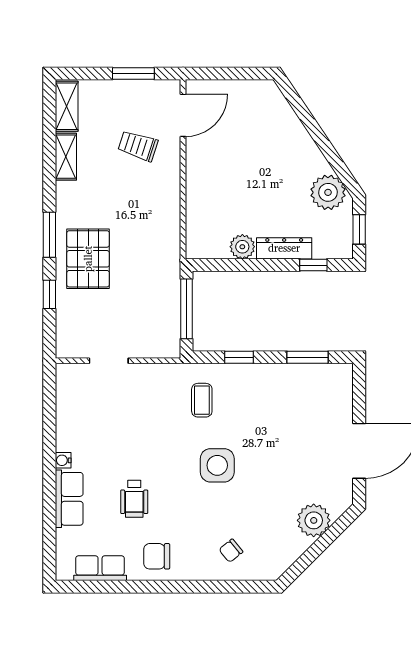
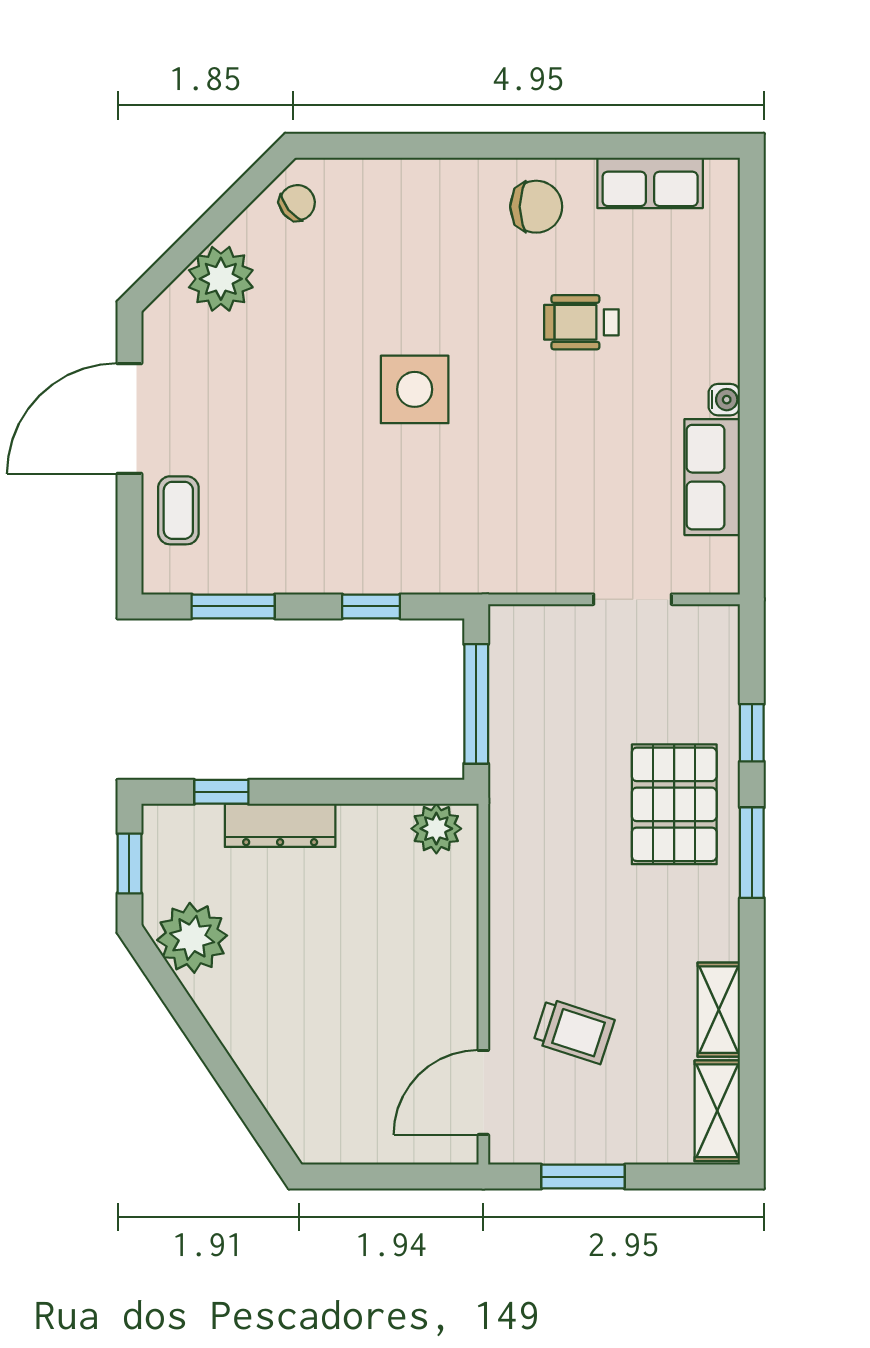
plant: (242, 247) -> (436, 829), moved
coffee table: (202, 400) -> (178, 510), moved
row of seats: (69, 499) -> (712, 477), moved
wheelchair: (134, 499) -> (581, 322), turned -90
chair: (231, 551) -> (297, 203), moved

